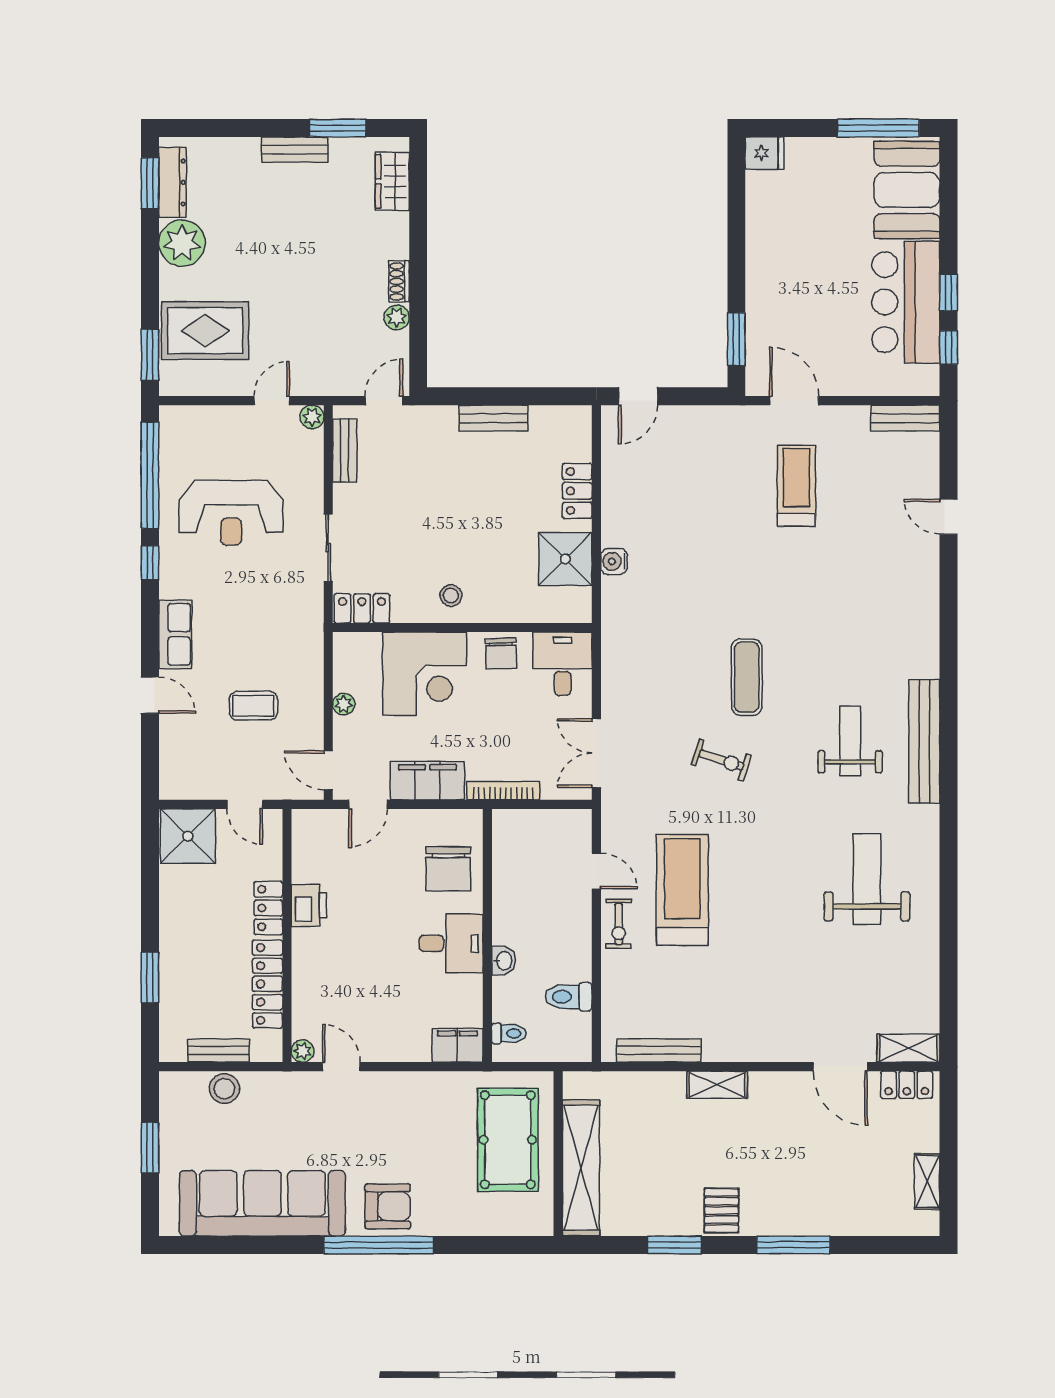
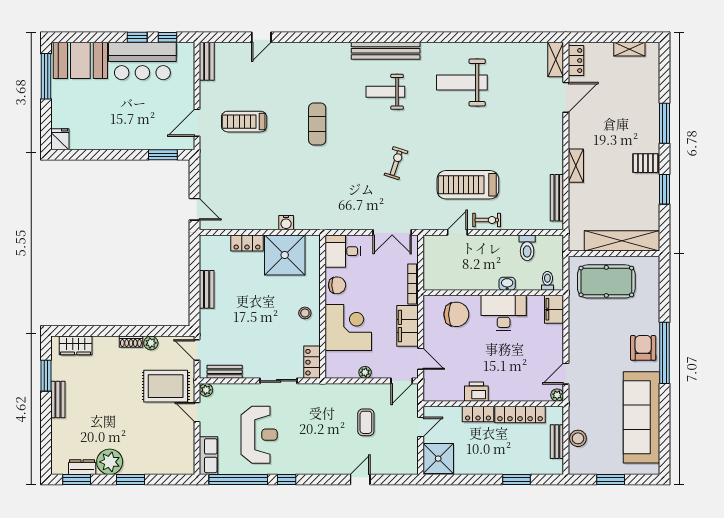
dresser: (172, 182) -> (82, 467), width x0.70
rug: (205, 331) -> (166, 386), moved, turned 90
window: (150, 355) -> (130, 480), moved
shower: (565, 559) -> (285, 255), width x1.37, depth x1.37
row of seats: (175, 634) -> (209, 456), moved, turned 90
exercise mat: (747, 677) -> (317, 124), moved, turned 90
desk: (451, 943) -> (504, 313), width x1.37

